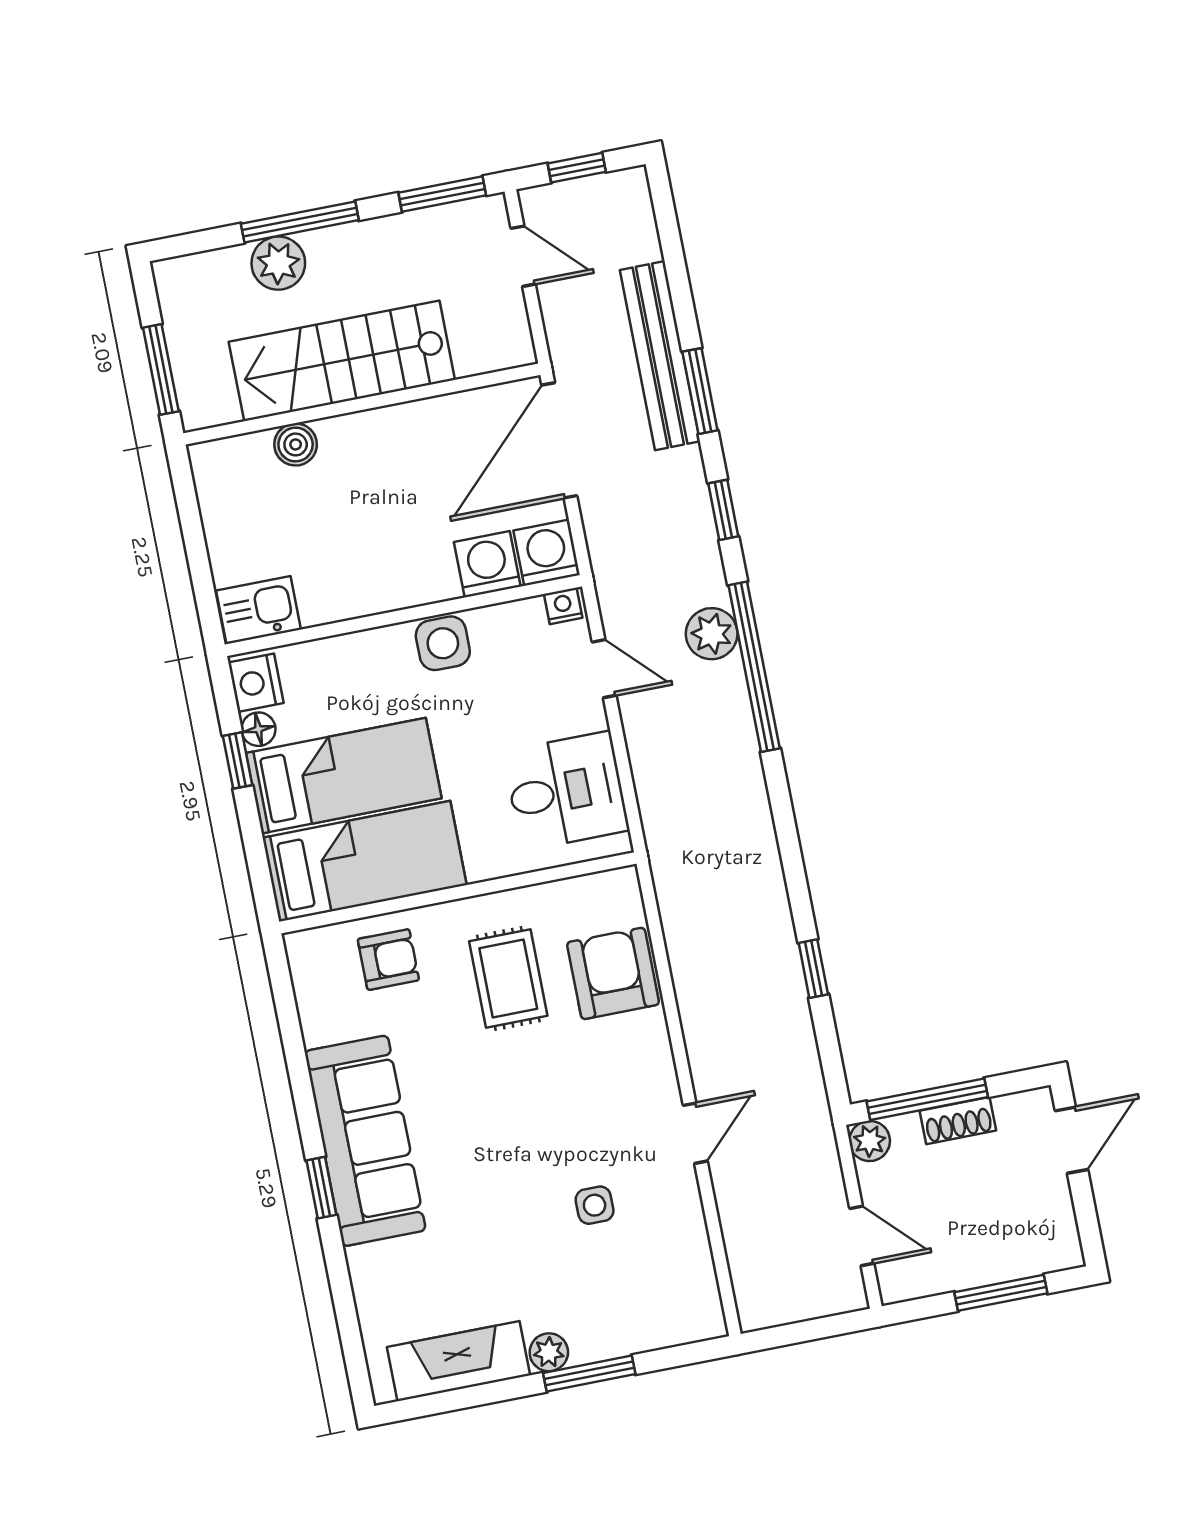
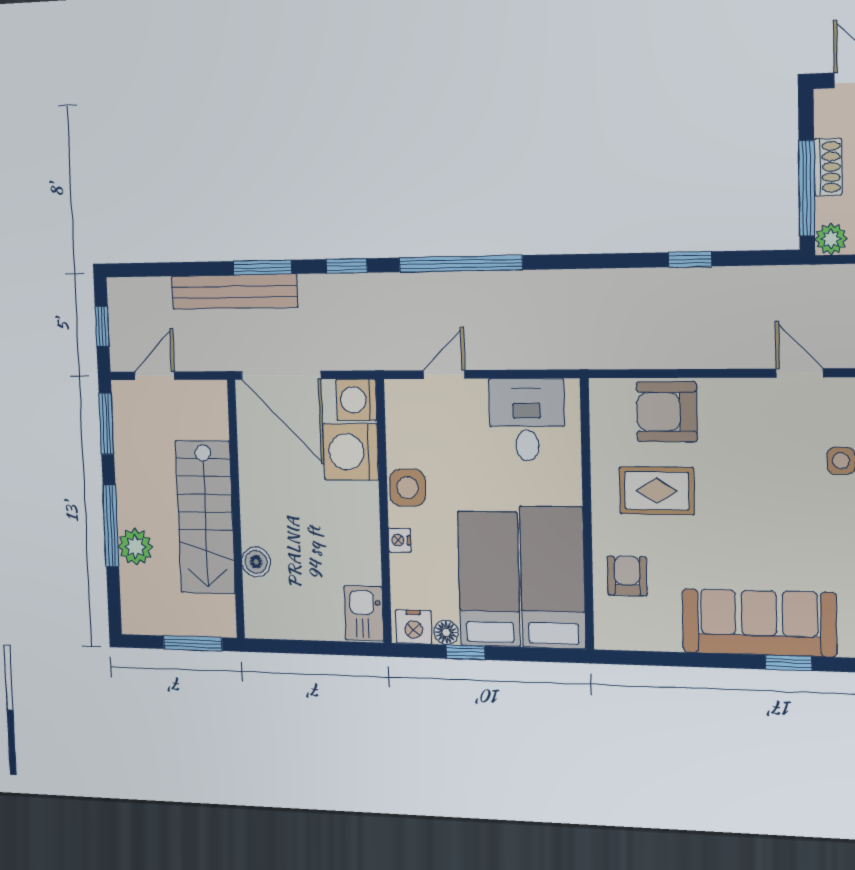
washing machine: (487, 564) -> (351, 452), width x1.37, depth x1.37
nightstand: (563, 606) -> (400, 540), moved
plant: (712, 634) -> (432, 291), removed

